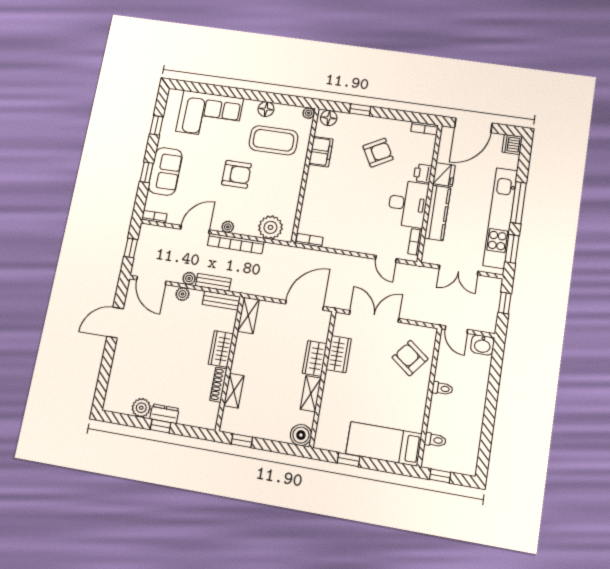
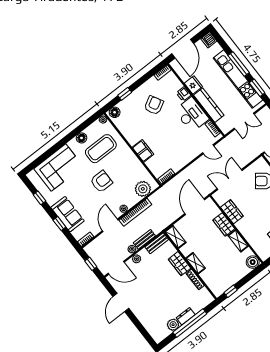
filing cabinet: (321, 152) -> (143, 151), moved
shelving: (234, 391) -> (196, 263), moved
window: (161, 426) -> (190, 323), width x3.17

